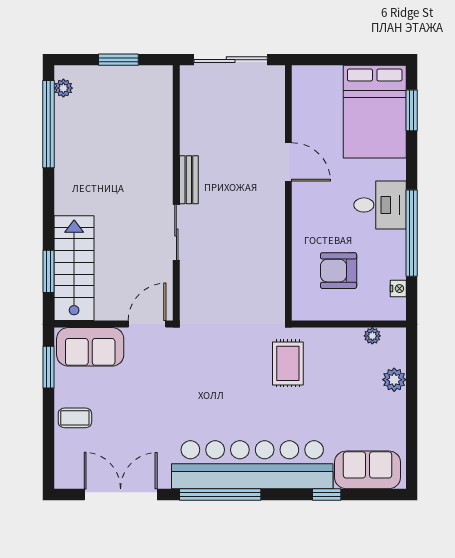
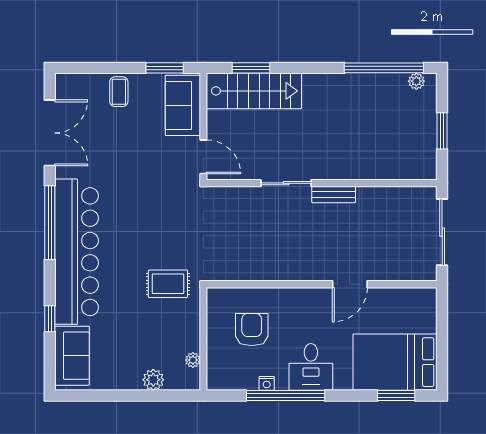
nightstand: (398, 289) -> (267, 383), moved

